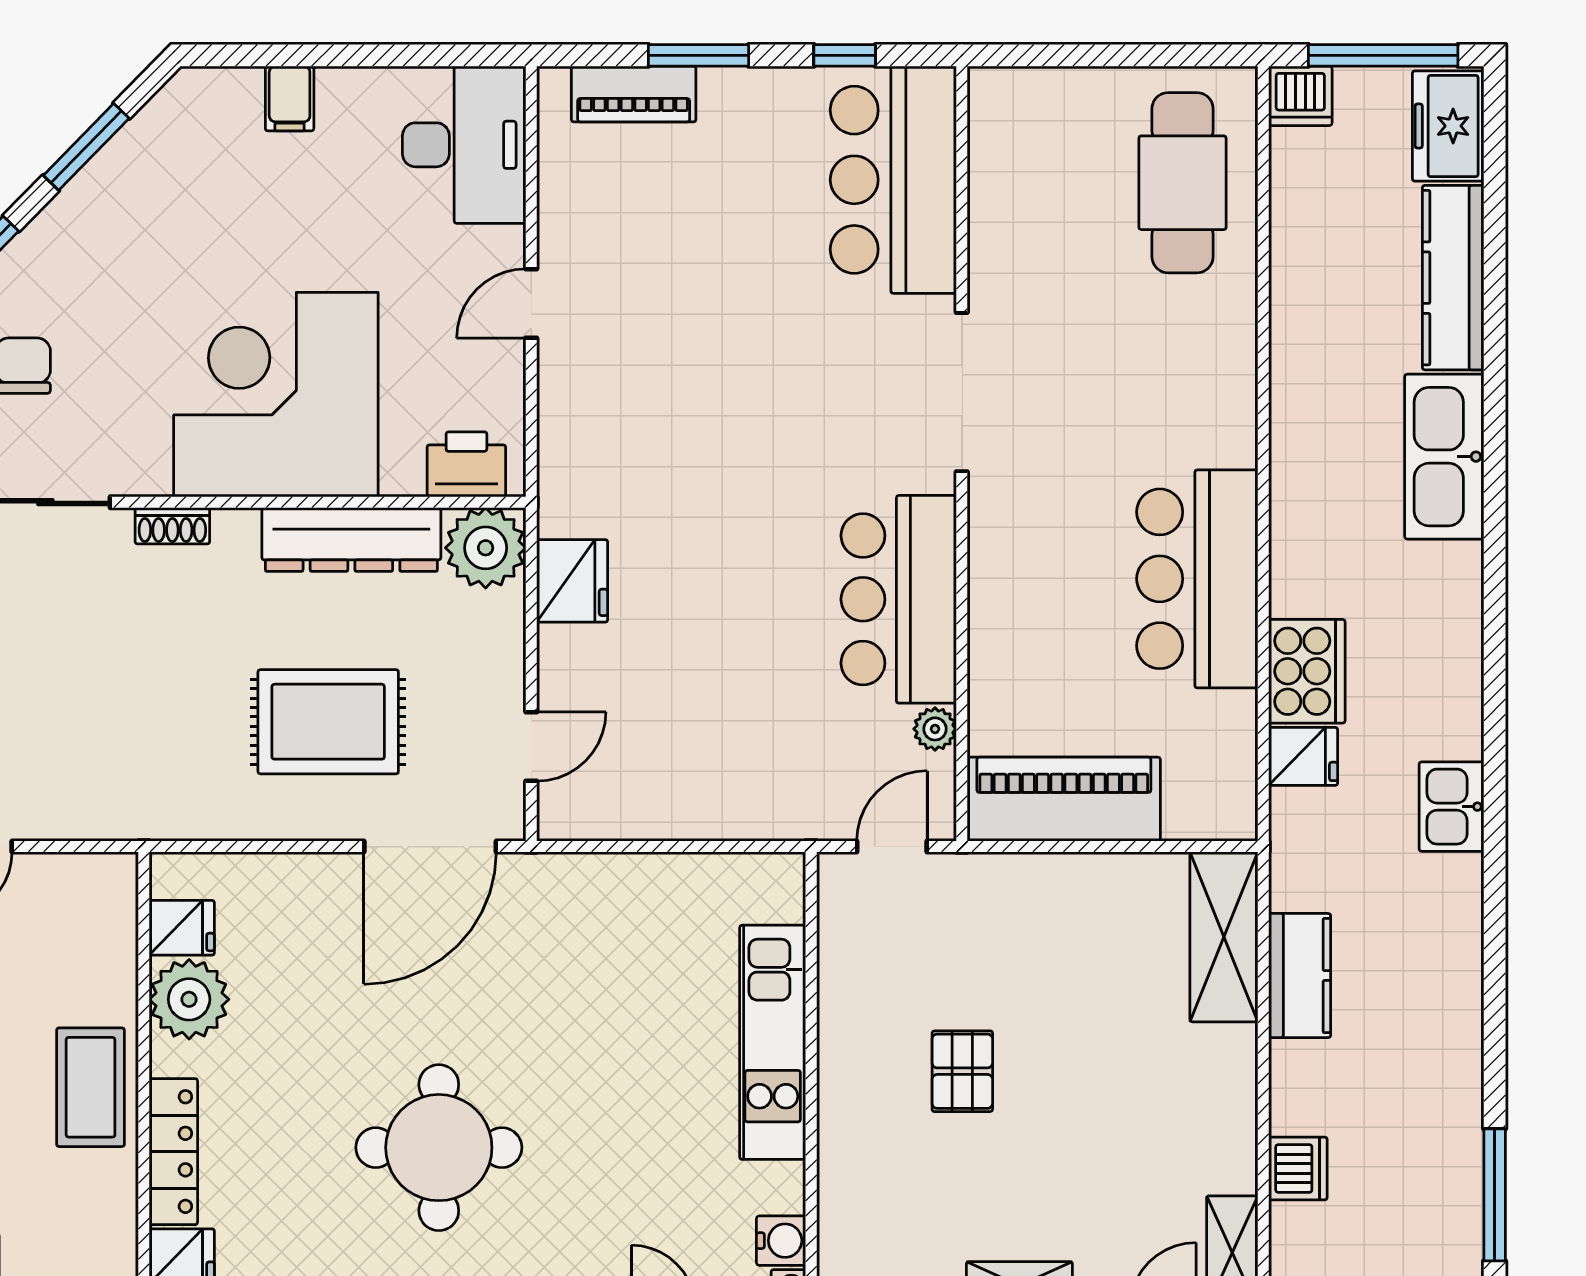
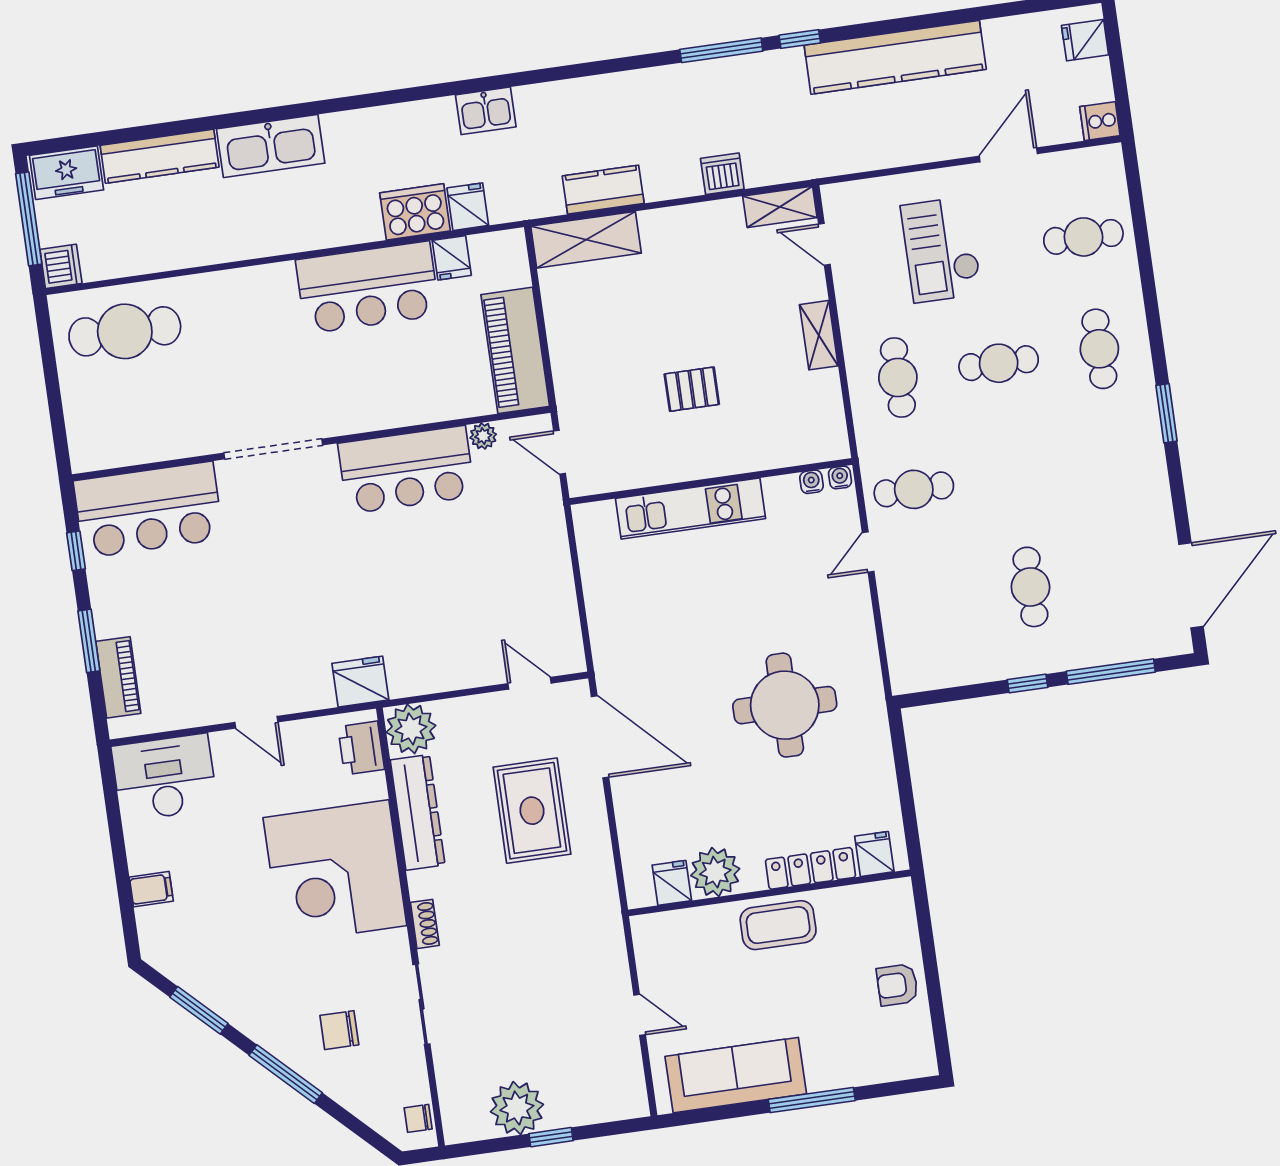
fridge: (572, 581) -> (360, 682), moved
fridge: (1226, 719) -> (452, 258), added
water cooler: (781, 1241) -> (811, 482), width x0.72, depth x0.72

